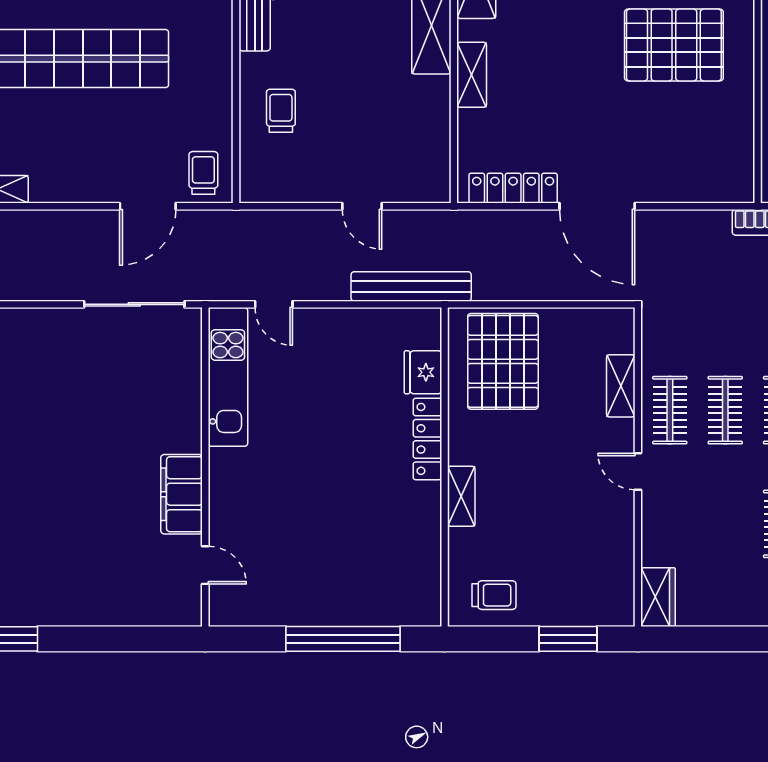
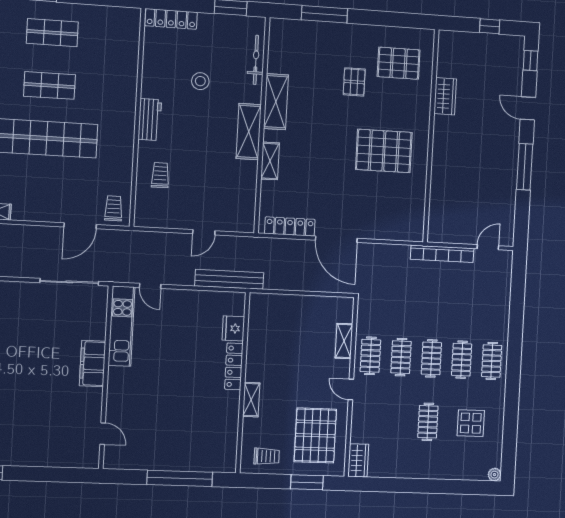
door: (362, 206) -> (204, 232), hinge flipped
pallet: (503, 361) -> (315, 435), moved
filing cabinet: (182, 494) -> (93, 363), moved

